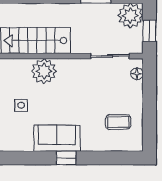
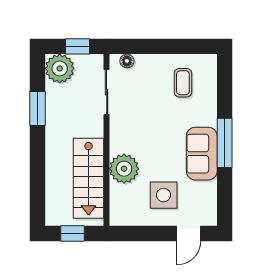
side table: (21, 105) -> (164, 195), width x1.87, depth x1.87
window: (66, 158) -> (225, 143), width x2.17

